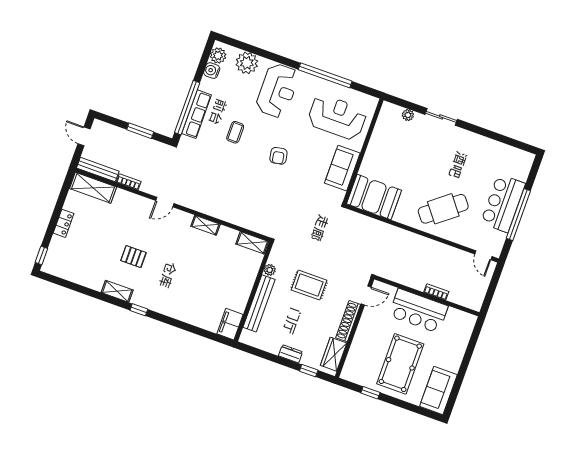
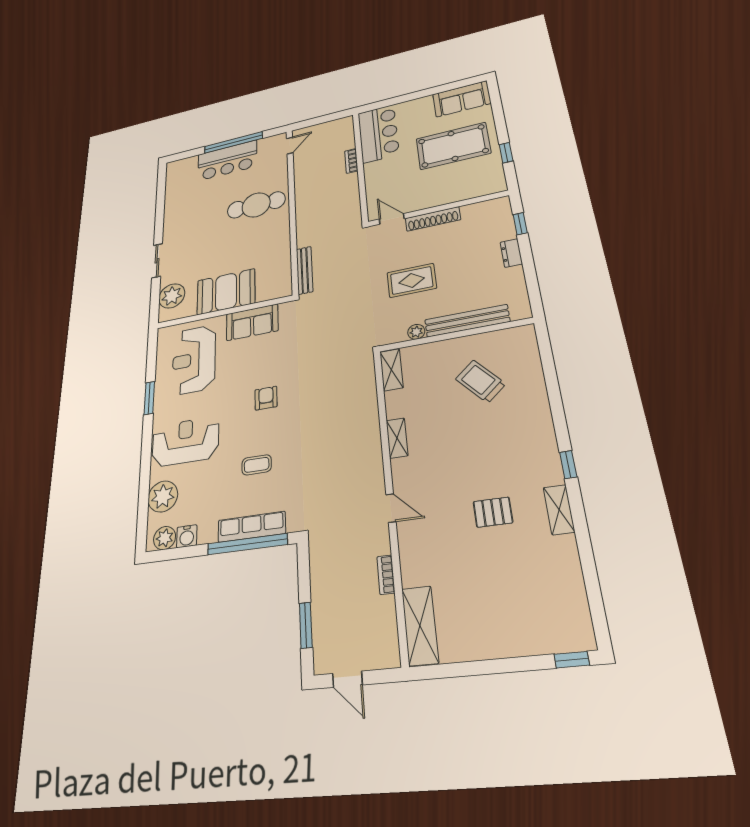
window: (325, 75) -> (149, 398), width x0.47
plant: (408, 115) -> (172, 296), width x1.87, depth x1.87
window: (140, 131) -> (306, 625), moved
door: (84, 136) -> (347, 679), hinge flipped
armchair: (278, 156) -> (266, 398), turned -80
bench: (98, 170) -> (305, 270), moved
booth: (374, 197) -> (226, 292), moved, turned 90
cafe table: (443, 209) -> (256, 205), turned -52
locker: (64, 223) -> (499, 647), removed
pallet: (133, 257) -> (493, 512), turned 90
rug: (309, 285) -> (412, 280), turned 90
trolley: (214, 290) -> (481, 381), added
bar counter: (418, 311) -> (378, 134), moved
filing cabinet: (230, 324) -> (516, 339), removed
wardrobe: (334, 354) -> (483, 211), removed

